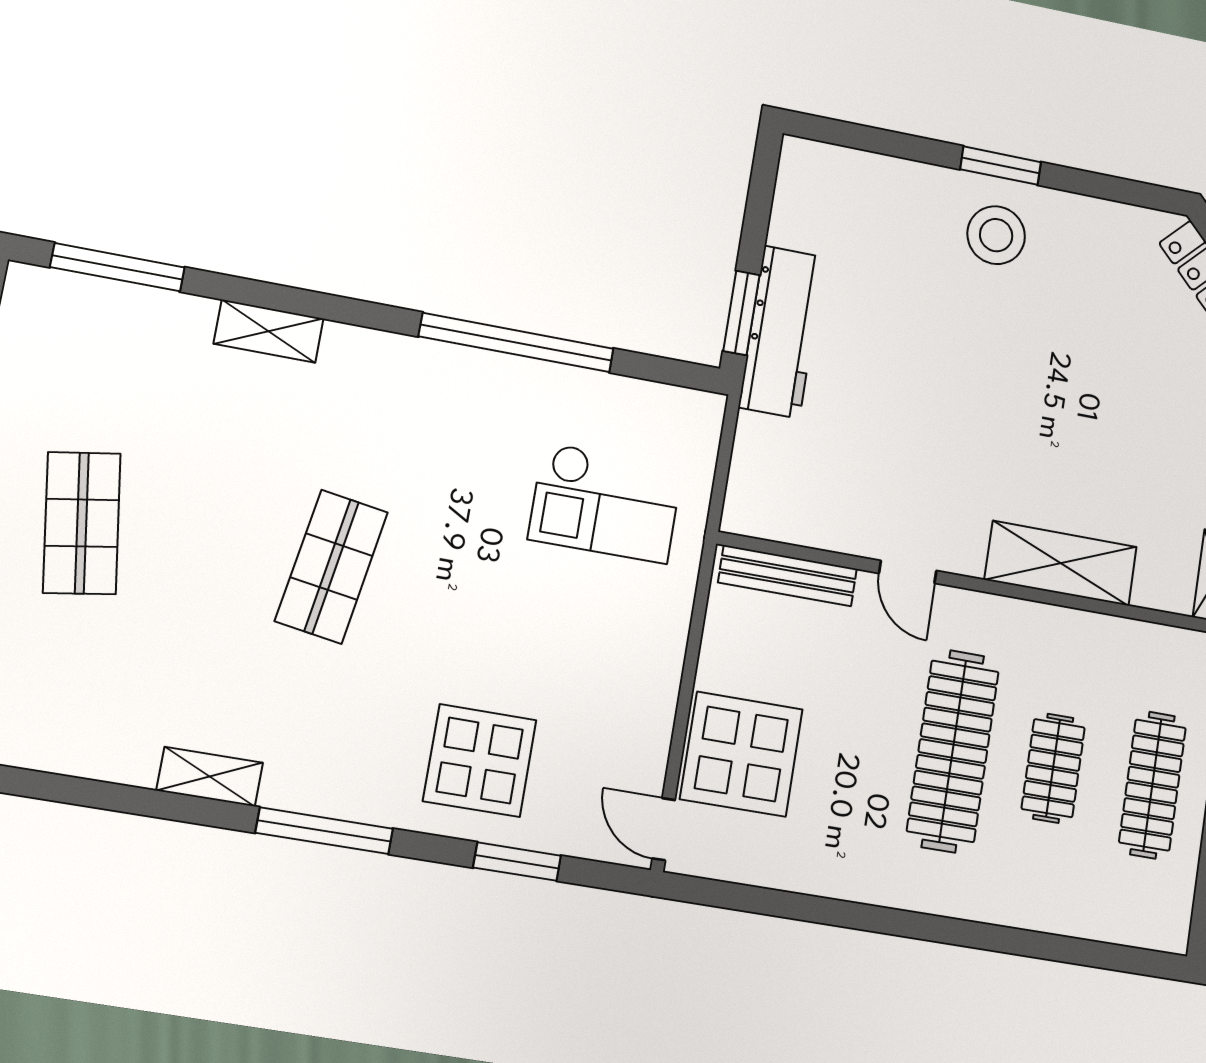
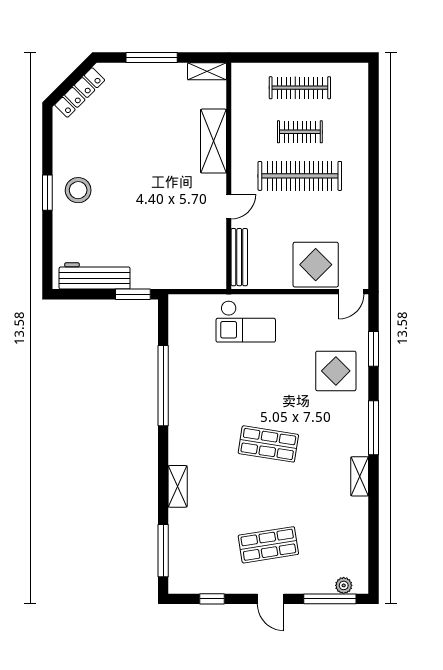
workbench: (782, 332) -> (95, 276), moved
checkout: (606, 503) -> (246, 321), moved, turned 90

